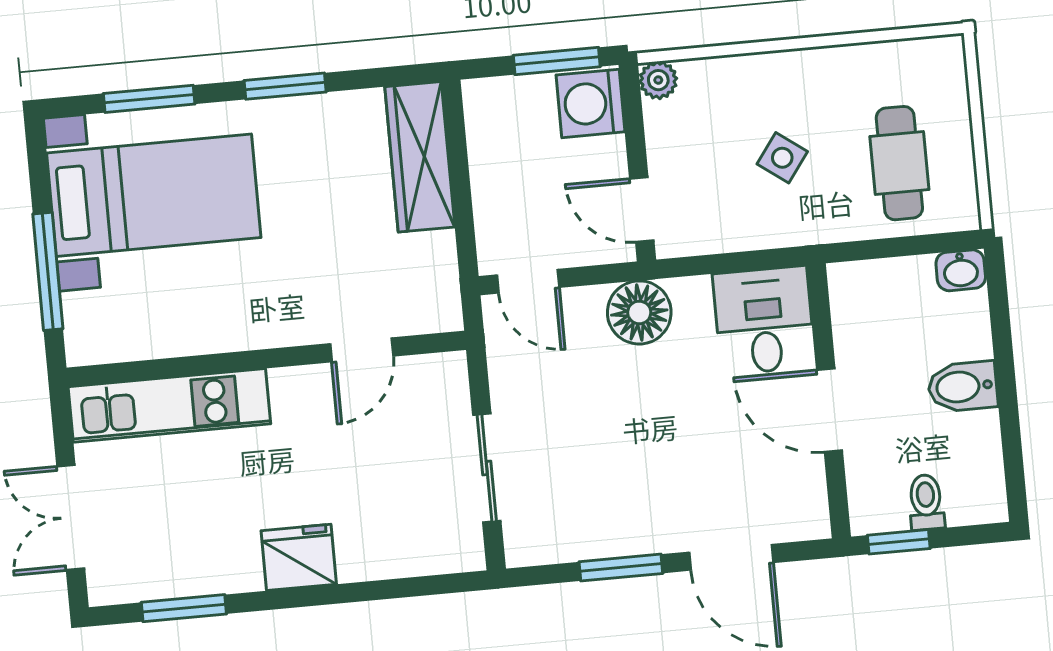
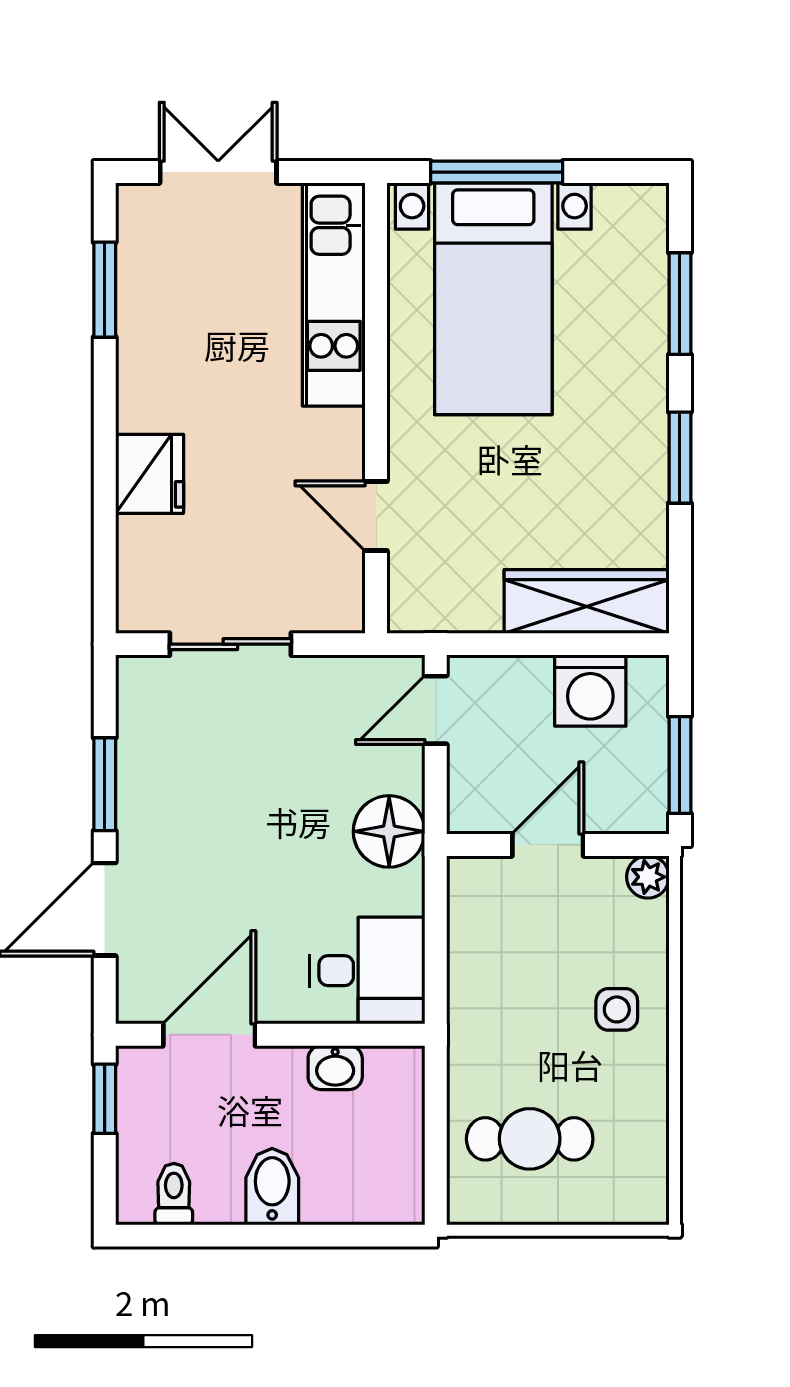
washing machine: (590, 103) -> (590, 691), moved, turned 180
side table: (782, 158) -> (617, 1009), moved, turned -36
bed with nightstands: (154, 195) -> (493, 299), moved
door: (642, 210) -> (548, 845), moved
washbasin: (961, 270) -> (335, 1068), moved, turned -90
door: (830, 410) -> (209, 1035), moved
toilet: (926, 502) -> (174, 1194), moved, turned -90
fridge: (299, 557) -> (150, 474), moved

